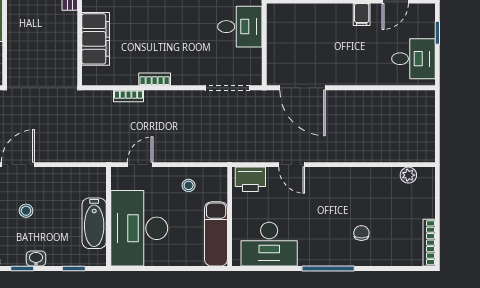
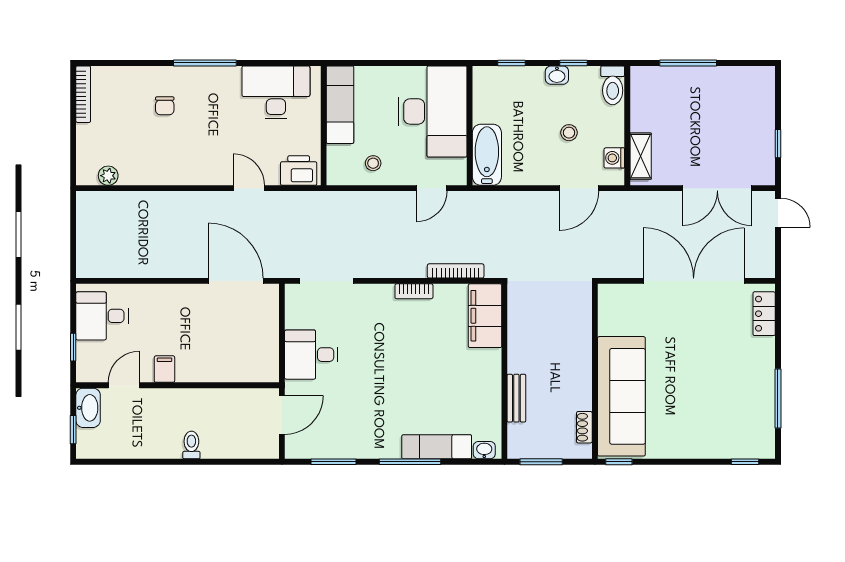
filing cabinet: (96, 39) -> (485, 316), moved
bookcase: (128, 96) -> (456, 271), width x1.56
bathtub: (94, 223) -> (487, 155), moved

